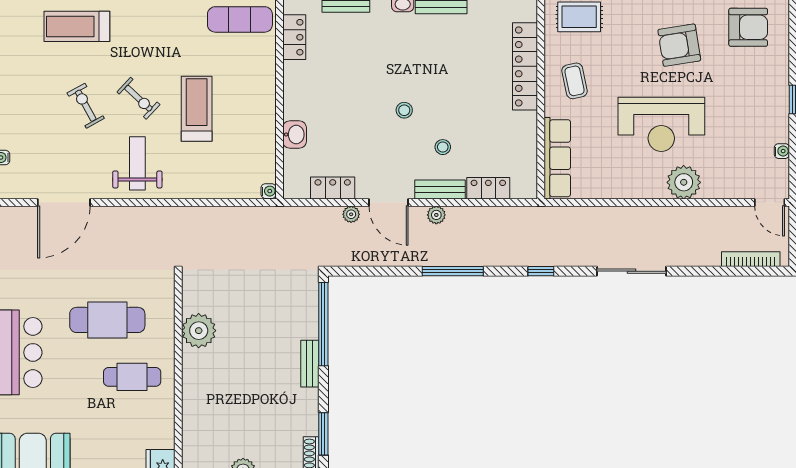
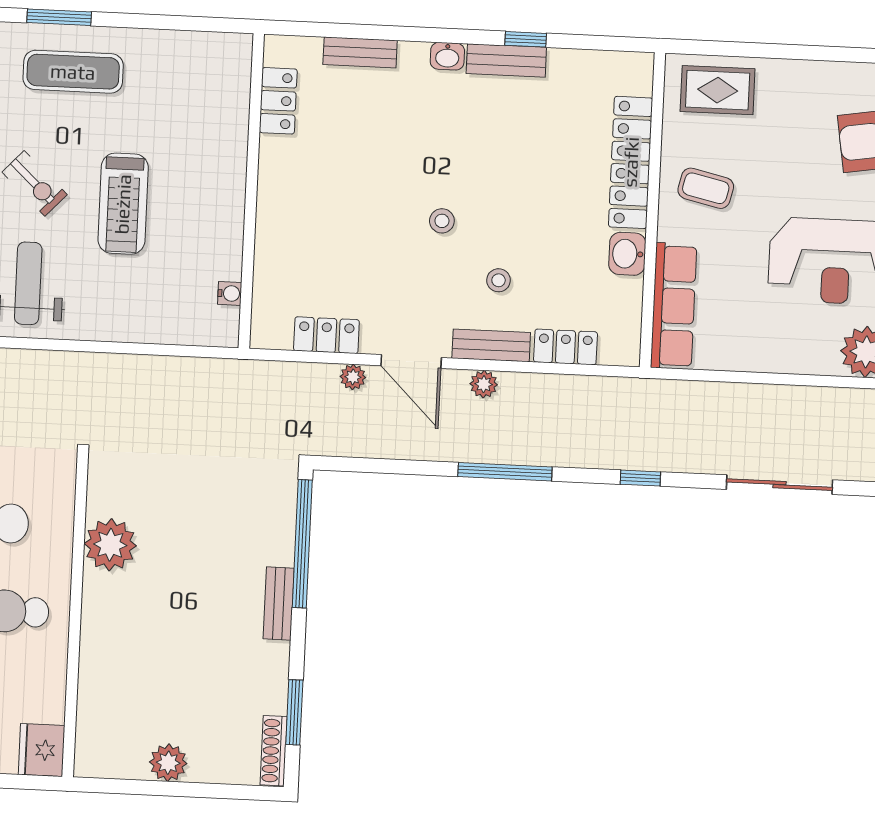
exercise mat: (240, 19) -> (73, 72), moved
coffee table: (575, 81) -> (706, 188), turned -65
treadmill: (197, 109) -> (123, 204), turned 180
washbasin: (295, 135) -> (627, 254), moved, turned 180
water cooler: (269, 191) -> (230, 293), moved

